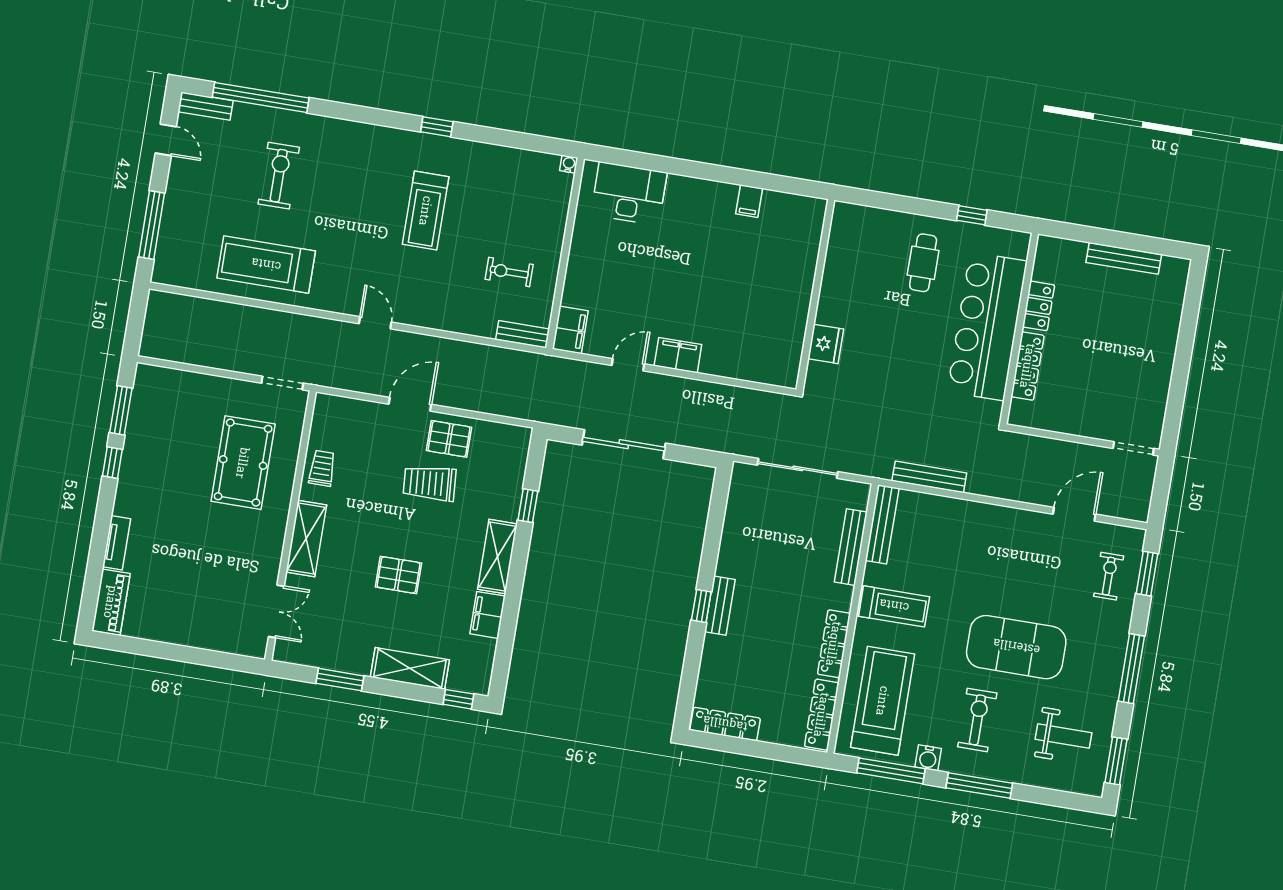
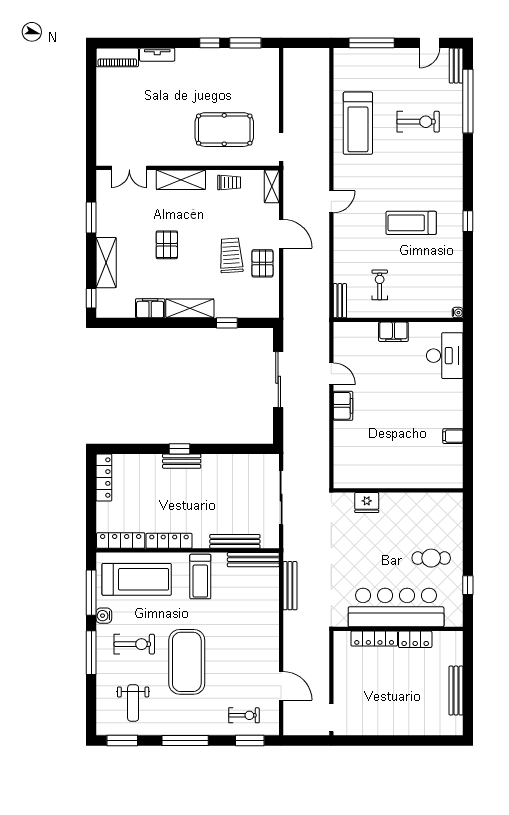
treadmill: (266, 265) -> (358, 123), turned 180
filing cabinet: (570, 330) -> (393, 332), moved
shelving: (338, 407) -> (272, 186), added

